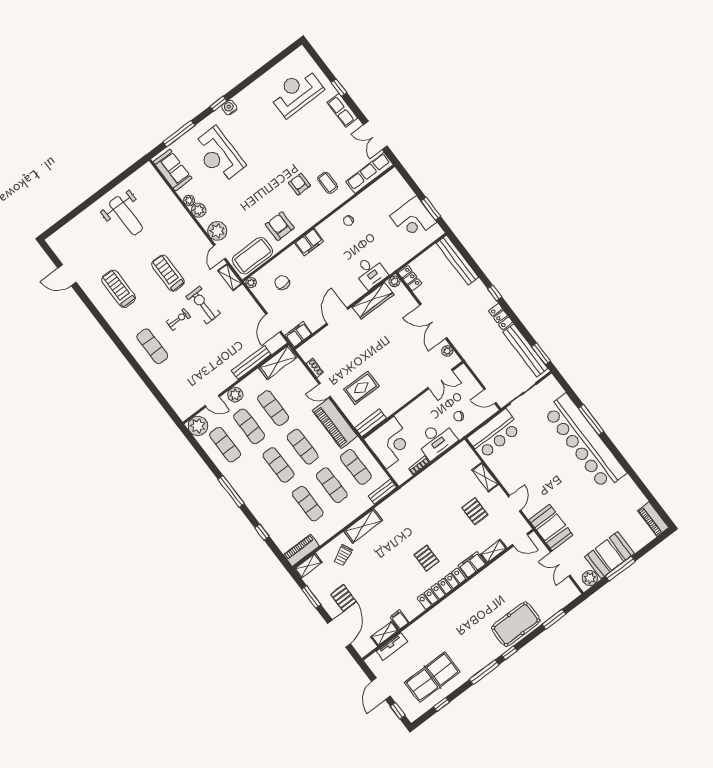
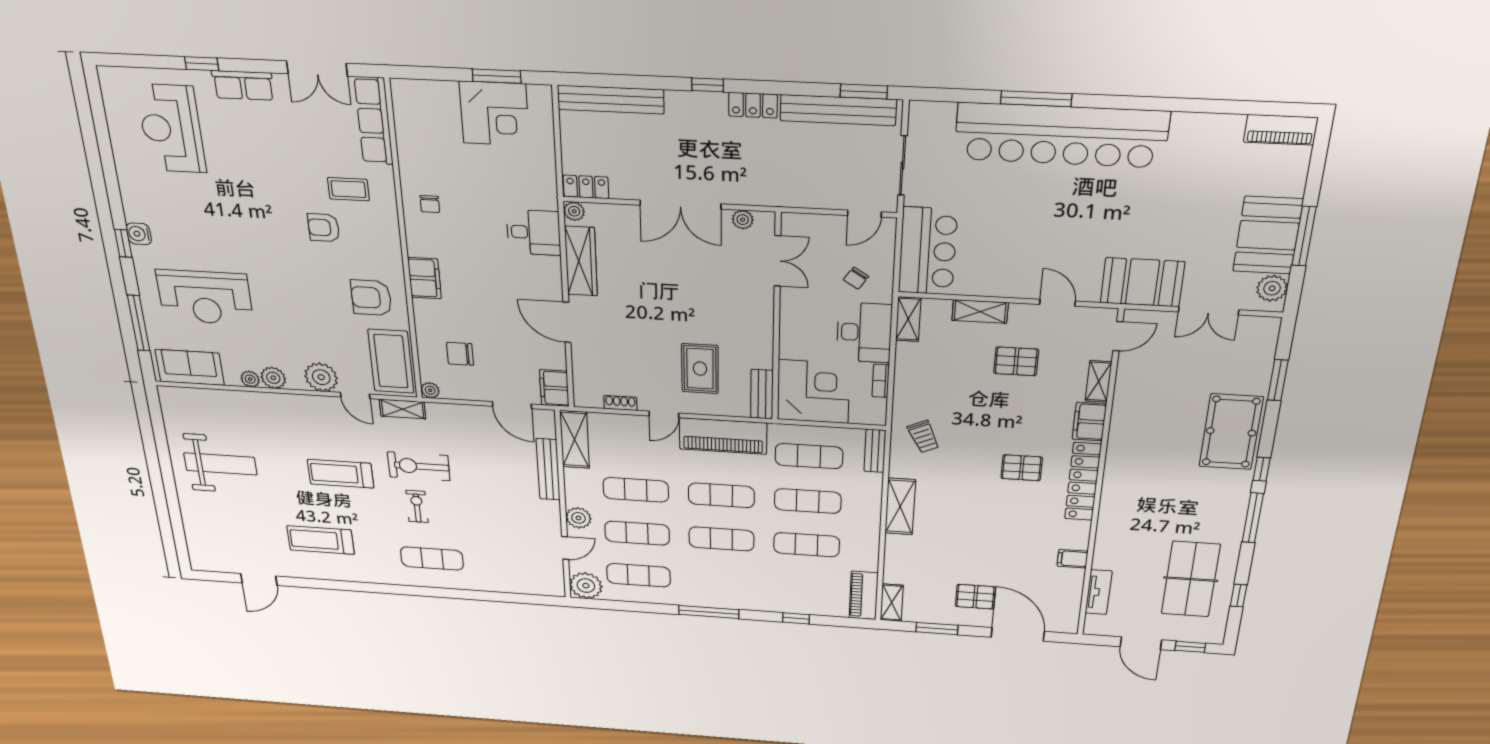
trolley: (343, 555) -> (924, 437), moved
shelving: (385, 634) -> (908, 319), moved

